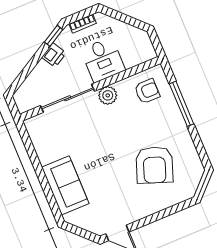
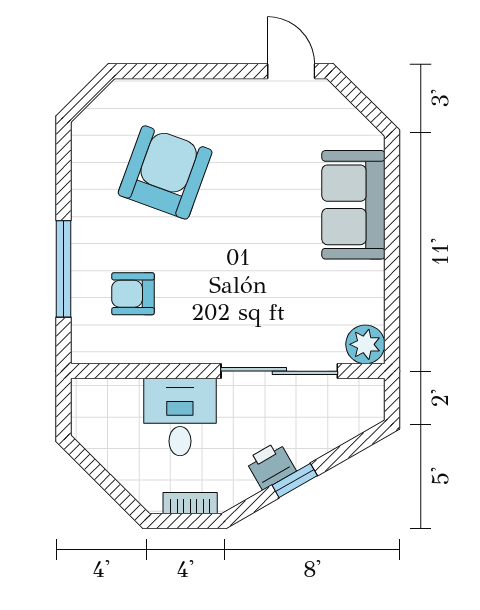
window: (54, 36) -> (295, 480), moved
armchair: (147, 91) -> (133, 294), moved
plant: (108, 95) -> (365, 344), moved

